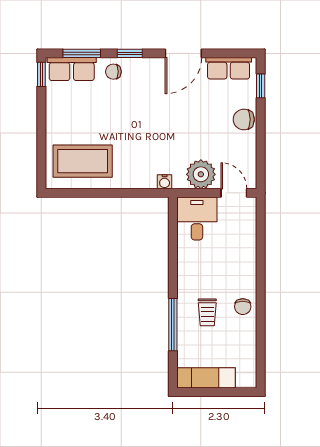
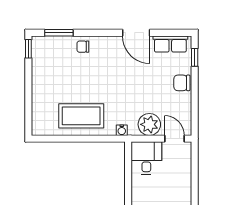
window: (130, 53) -> (95, 33), removed
door: (183, 53) -> (136, 33), hinge flipped
row of seats: (72, 69) -> (51, 45), removed
coffee table: (83, 161) -> (81, 116), moved

